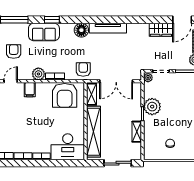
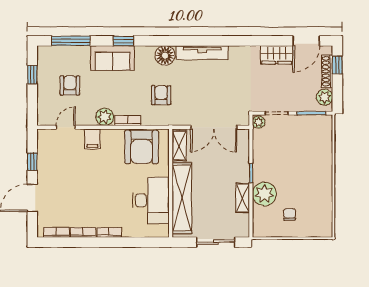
armchair: (83, 69) -> (161, 95), moved
plant: (152, 107) -> (264, 194), moved
desk: (68, 147) -> (151, 200), moved, turned -90

